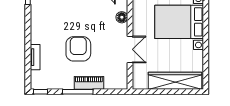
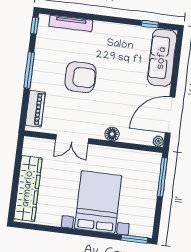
tv unit: (35, 57) -> (71, 23), width x1.41
piano: (89, 83) -> (35, 109), moved

